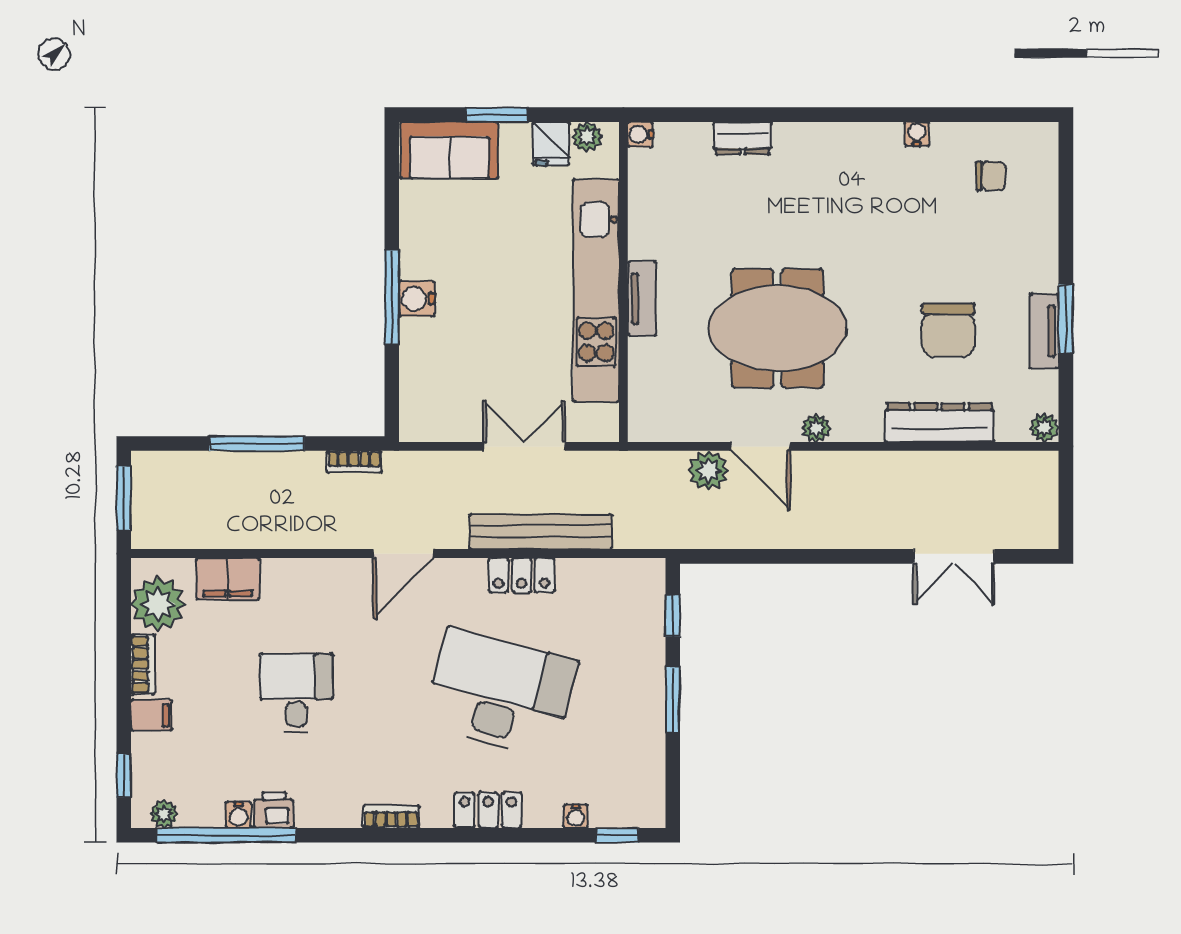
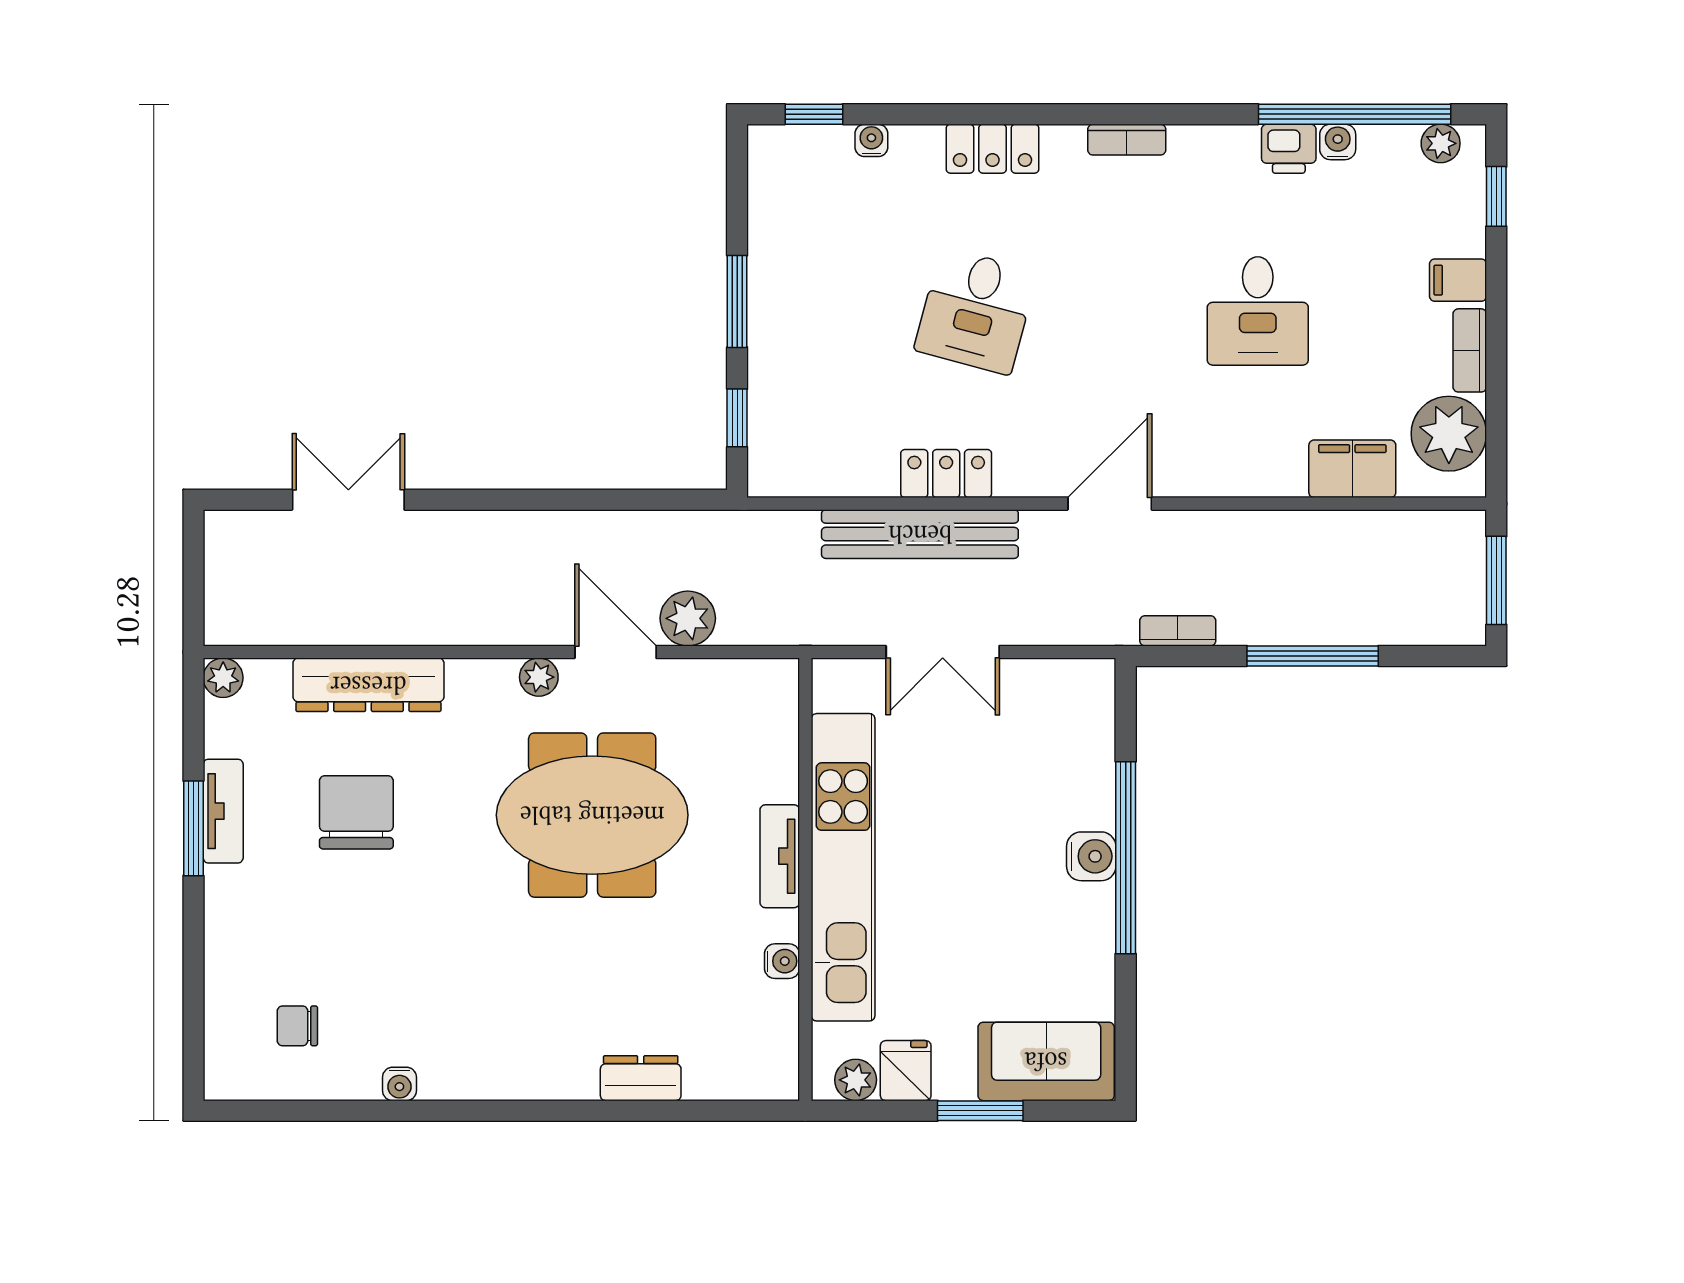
water cooler: (640, 134) -> (782, 961), moved
window: (392, 298) -> (1126, 858), width x1.46
desk: (500, 693) -> (976, 311), width x0.53, depth x0.77

